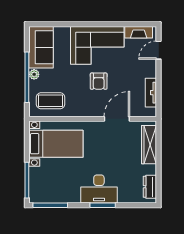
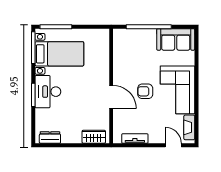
plant: (34, 74) -> (151, 33), removed
coffee table: (51, 101) -> (128, 48), removed
door: (117, 119) -> (111, 97), moved
bed with nightstands: (56, 144) -> (59, 54), moved, turned -90
wardrobe: (149, 145) -> (94, 137), width x0.67

